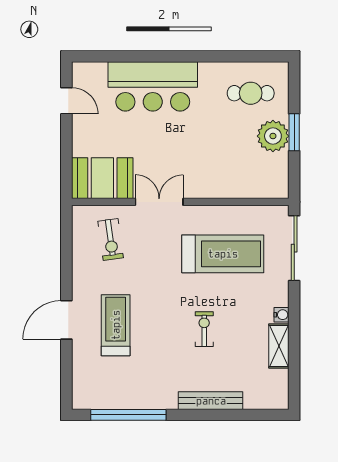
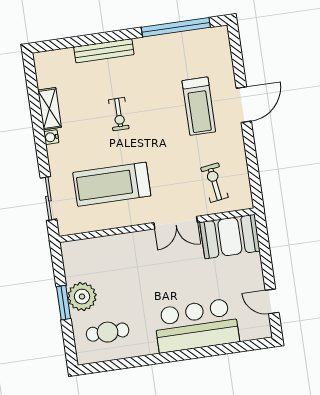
sliding door: (294, 248) -> (48, 199), width x0.73

